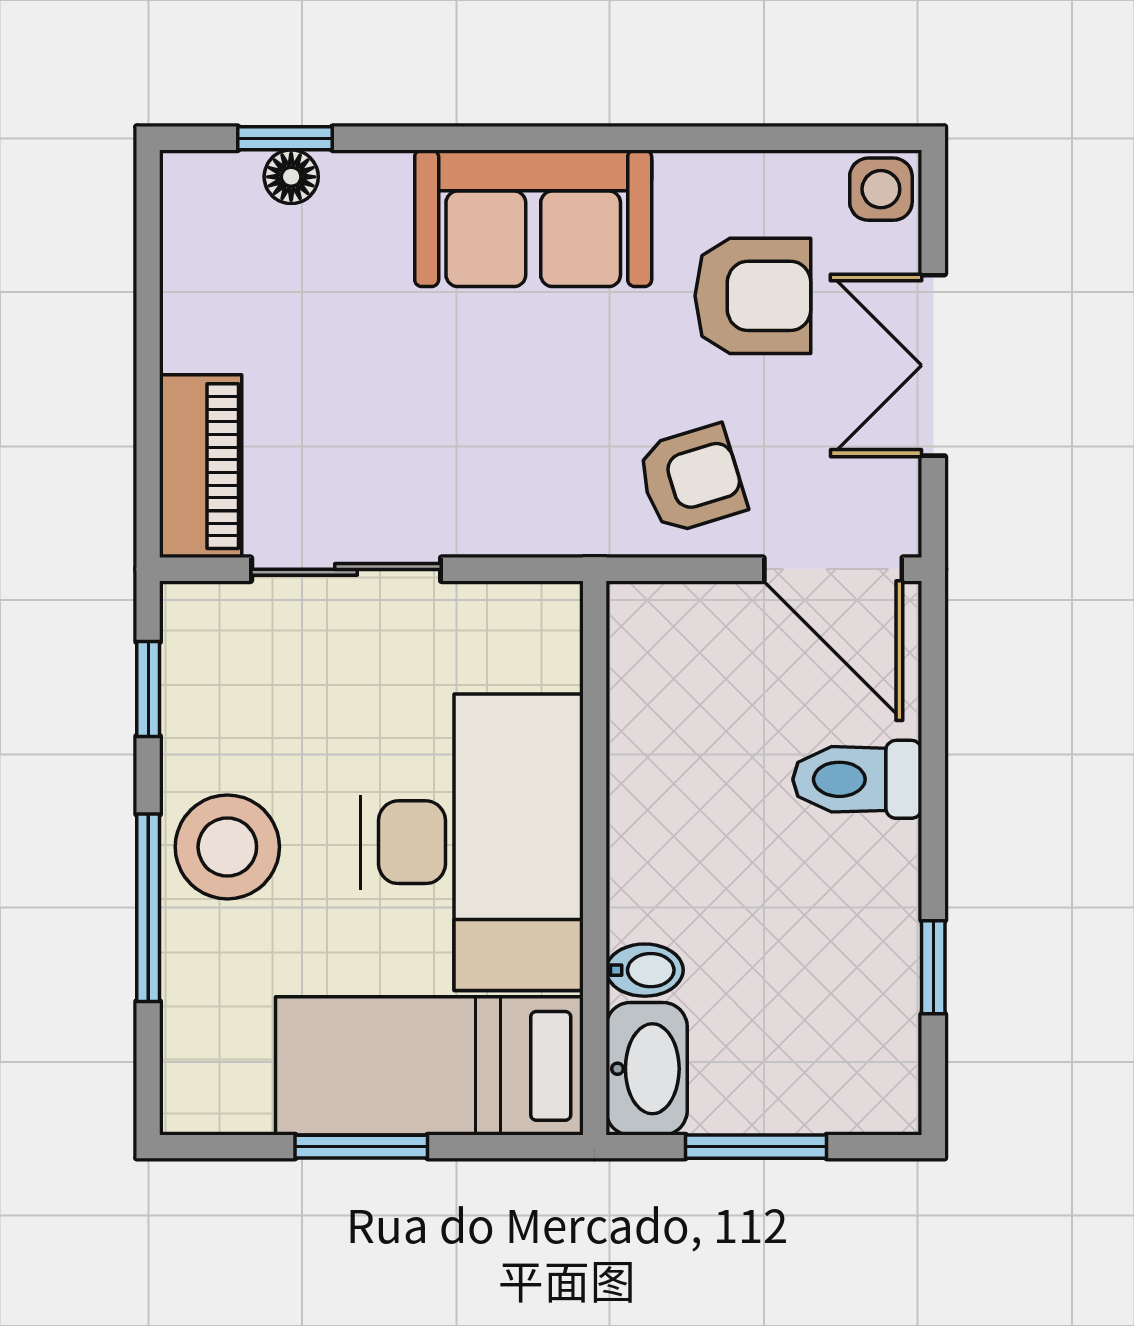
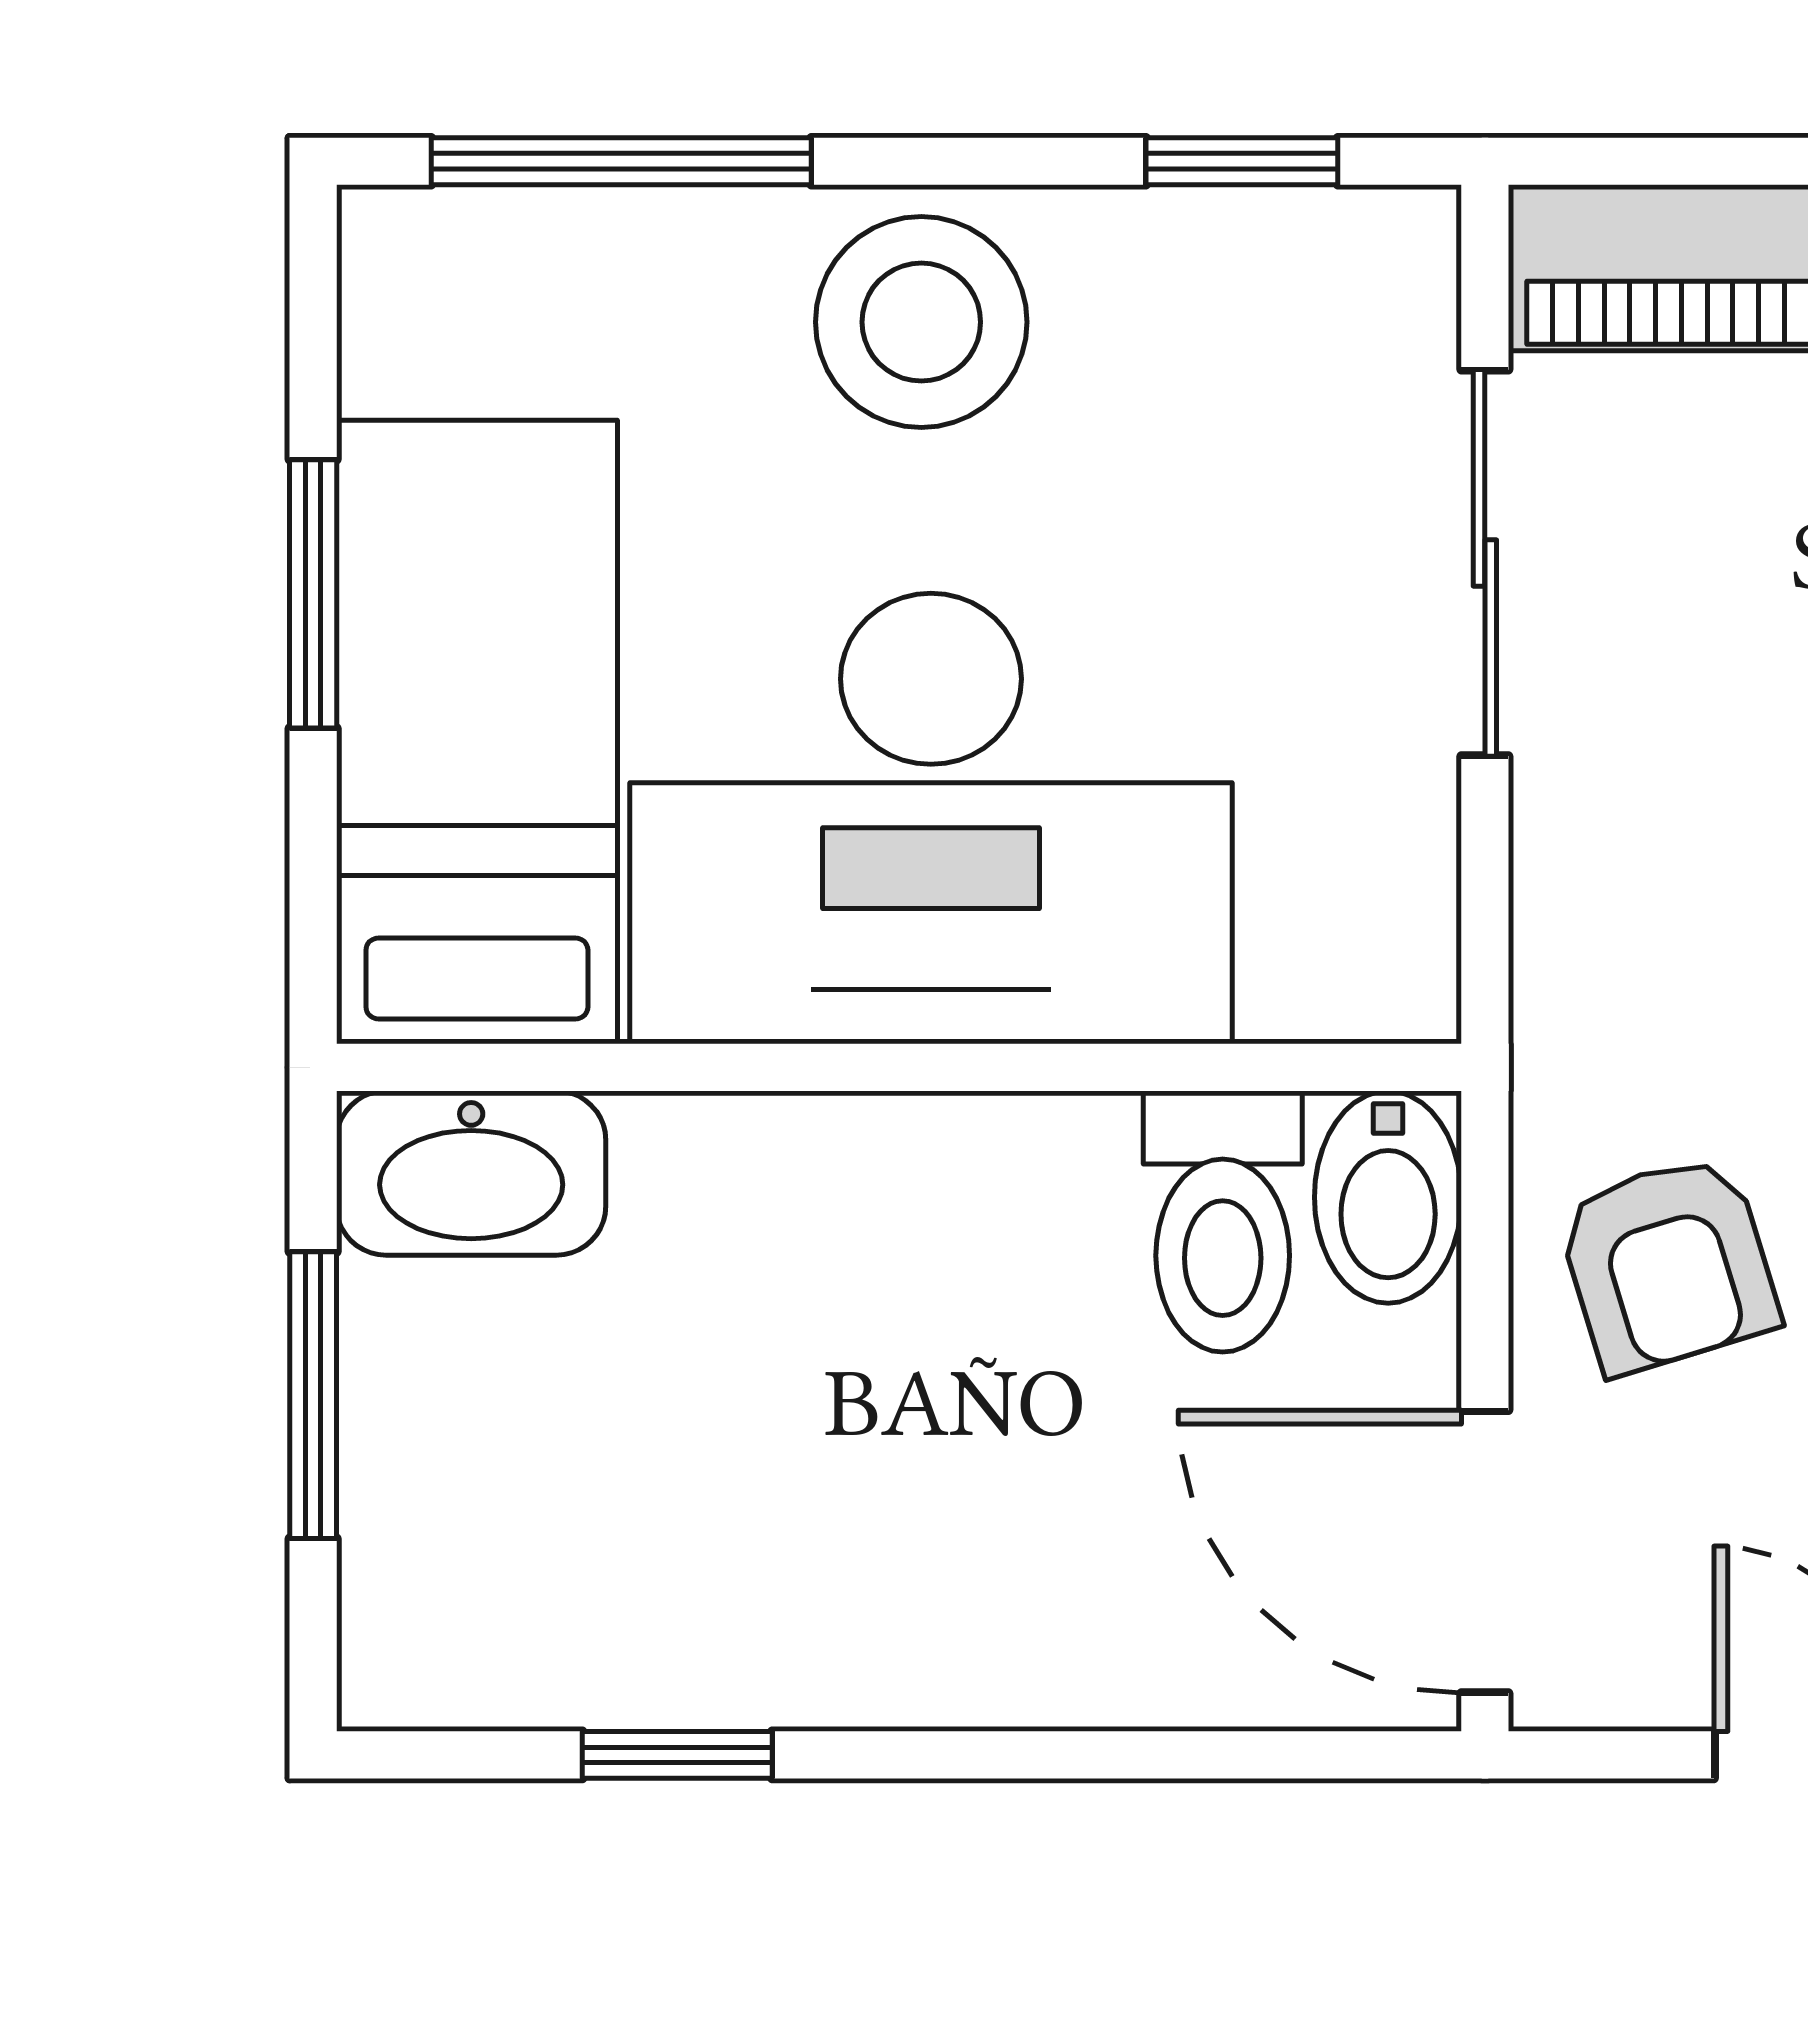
door: (833, 569) -> (1485, 1552), hinge flipped
toilet: (857, 779) -> (1223, 1222), moved, turned 180
window: (148, 908) -> (621, 161), moved
bidet: (645, 970) -> (1388, 1197), moved, width x1.38, depth x1.36

